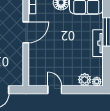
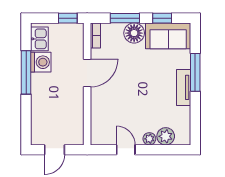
plant: (97, 82) -> (149, 139), moved

